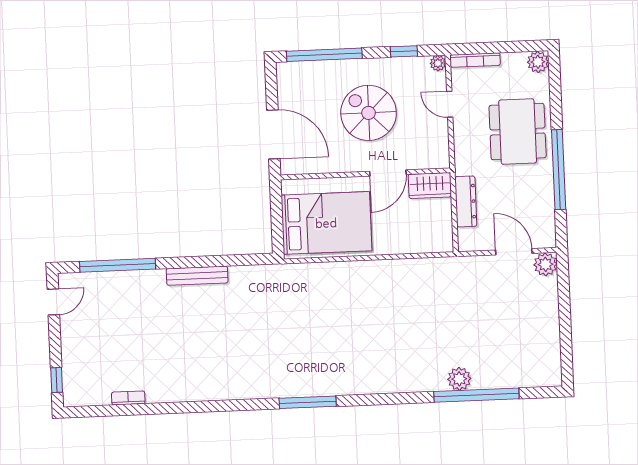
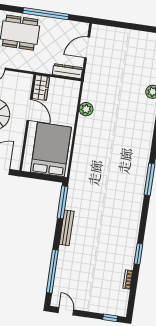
dresser: (466, 201) -> (68, 71), moved
window: (240, 260) -> (62, 202), added
plant: (545, 264) -> (86, 109), moved
window: (176, 408) -> (138, 254), added

